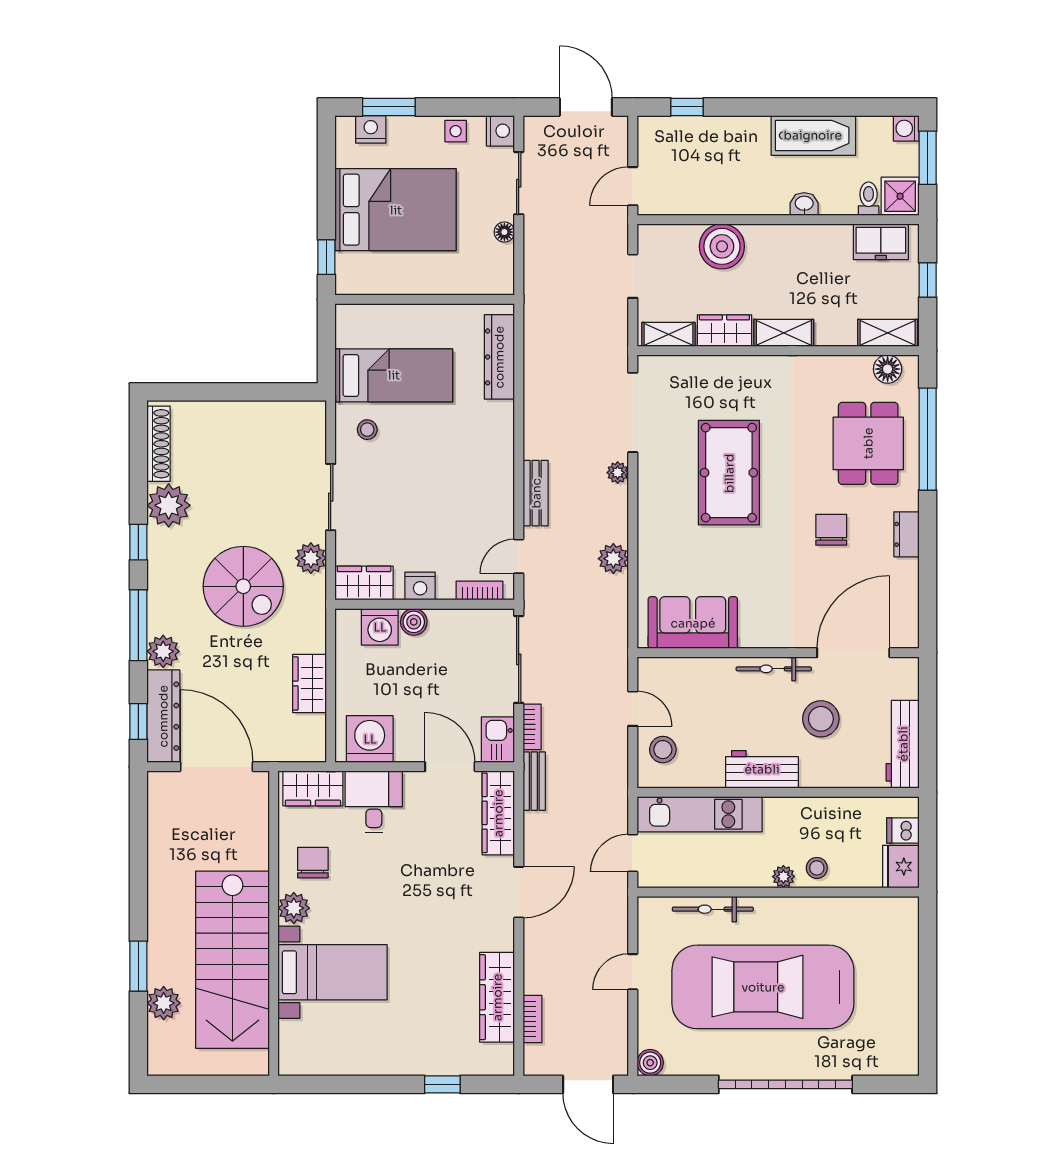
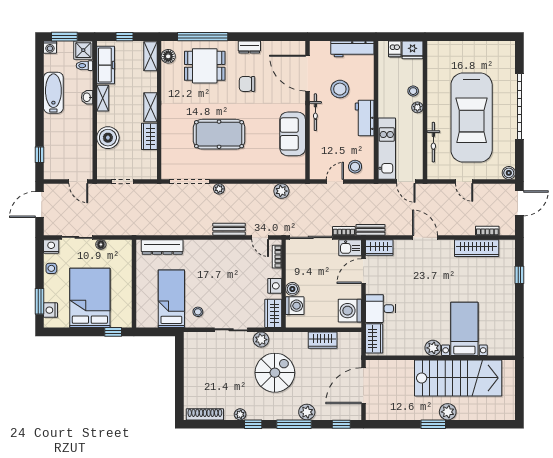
freezer: (881, 242) -> (106, 65), width x1.40
shelving: (668, 334) -> (103, 98), moved
plant: (169, 505) -> (240, 414), width x0.53, depth x0.53
plant: (613, 559) -> (281, 191), moved
sofa: (693, 623) -> (293, 134), moved
dresser: (163, 716) -> (339, 412), removed
wardrobe: (498, 813) -> (379, 247), width x0.67
chair: (313, 863) -> (411, 339), removed
window: (138, 966) -> (433, 424), moved
plant: (164, 1003) -> (448, 412), moved

